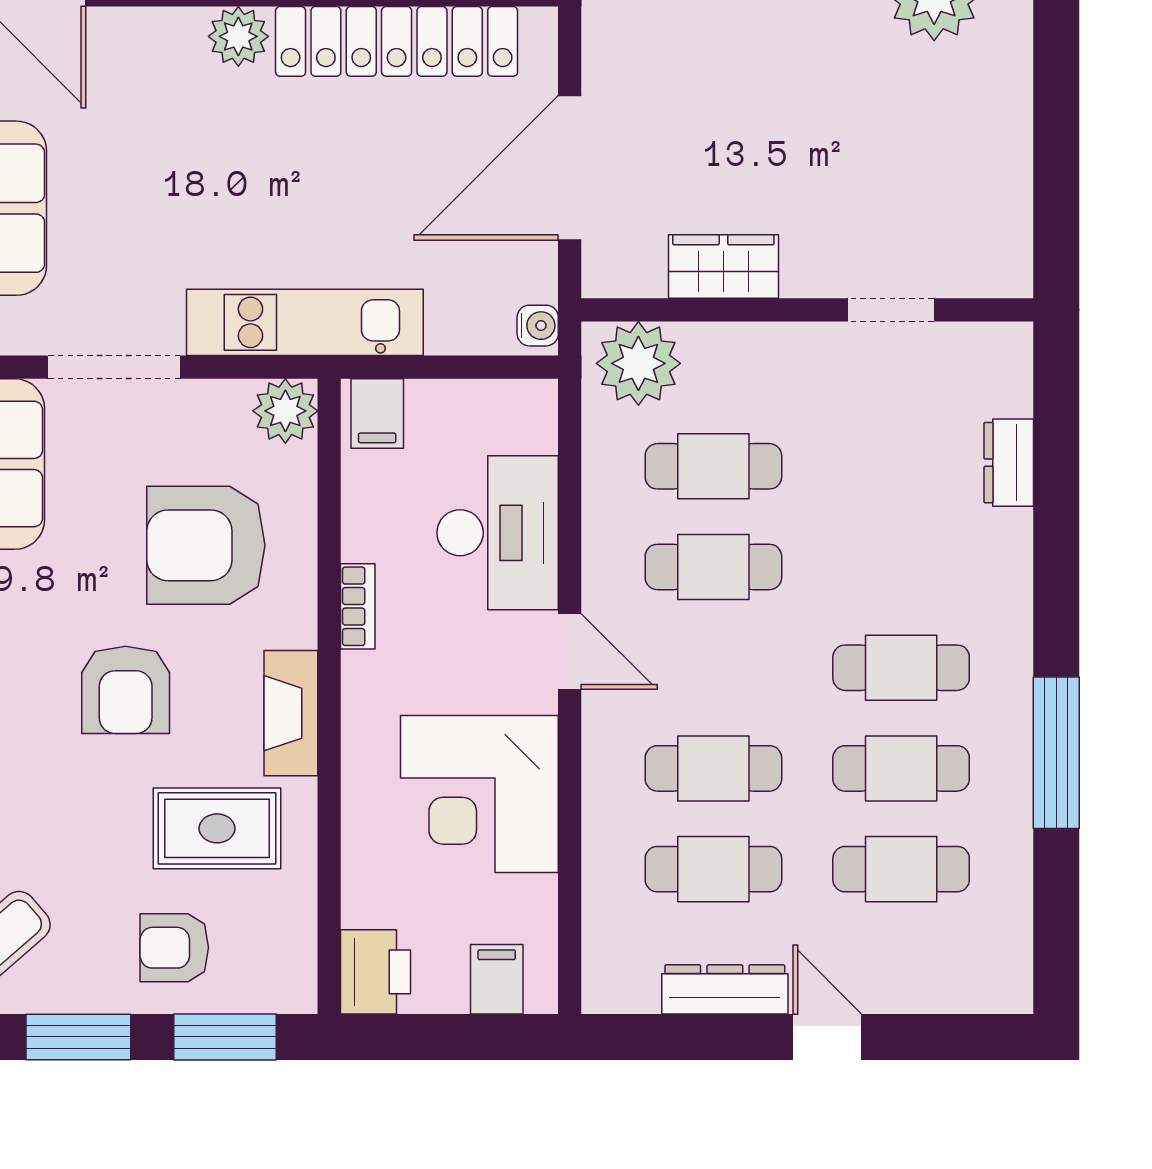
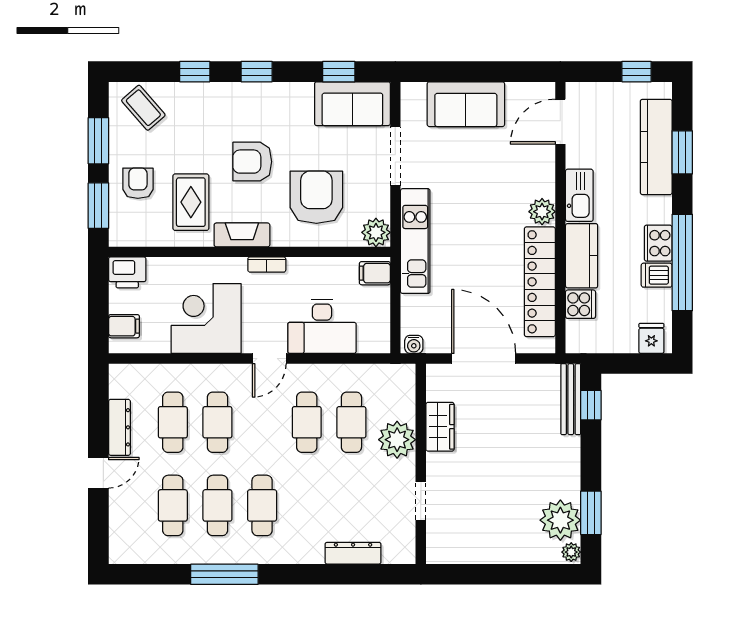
plant: (638, 363) -> (397, 440), moved
dresser: (1009, 463) -> (353, 553), width x1.44
bookcase: (358, 606) -> (267, 265), moved

